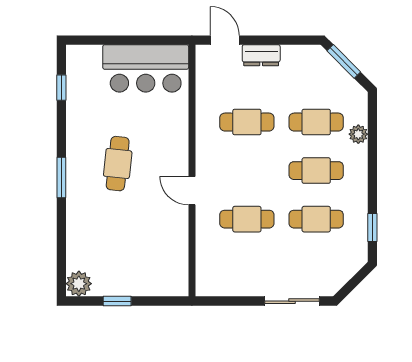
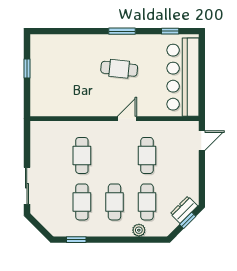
dresser: (261, 55) -> (184, 210), moved, turned 45
window: (344, 61) -> (188, 220), width x0.67
bar counter: (146, 68) -> (183, 77), width x1.36
window: (61, 178) -> (122, 31), moved
door: (192, 191) -> (127, 119), moved
plant: (79, 284) -> (39, 43), removed

